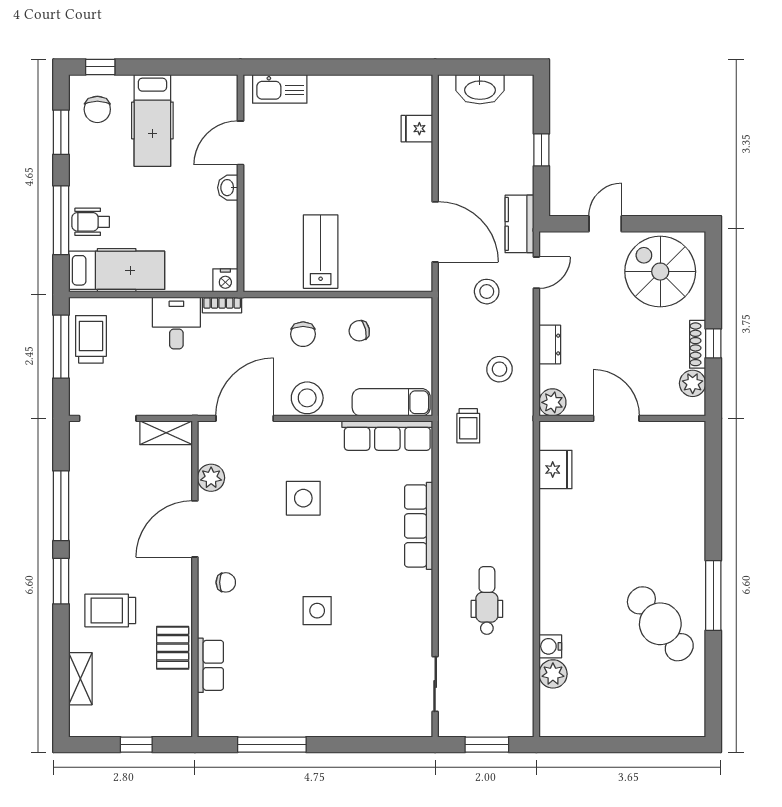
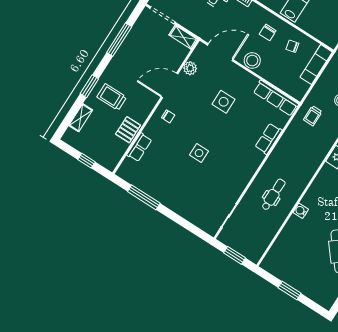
exam couch: (391, 402) -> (316, 65), moved, turned -90
row of seats: (419, 526) -> (269, 139), width x0.68
window: (61, 581) -> (89, 86), moved
water cooler: (550, 646) -> (301, 211), moved
plant: (553, 674) -> (281, 243), removed
window: (617, 745) -> (290, 291), added

